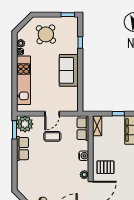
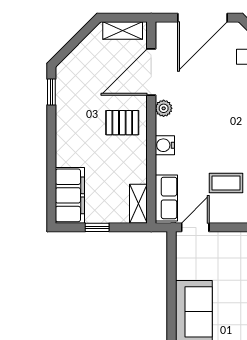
door: (52, 114) -> (195, 227), moved

